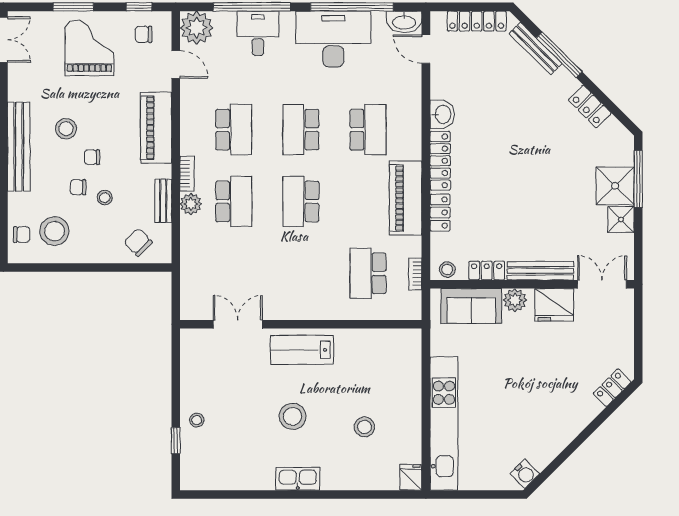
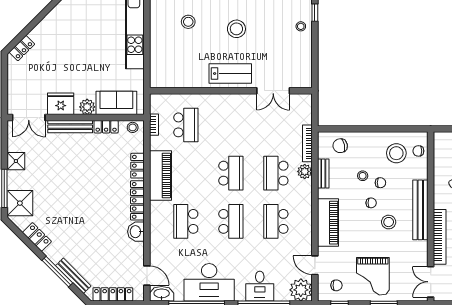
bookcase: (187, 174) -> (307, 143), moved, width x1.56
shower: (615, 186) -> (20, 203), moved
chair: (138, 242) -> (340, 146), turned 123

